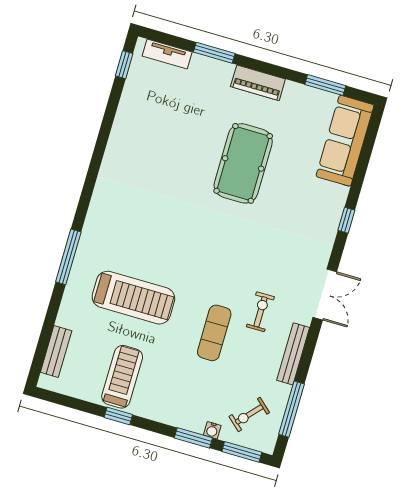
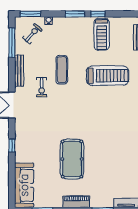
treadmill: (133, 298) -> (108, 76), turned 180
window: (193, 438) -> (75, 14), moved

